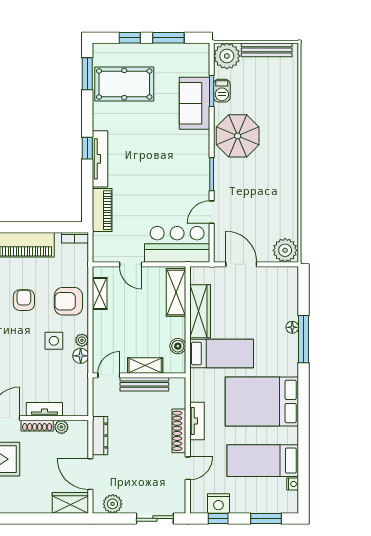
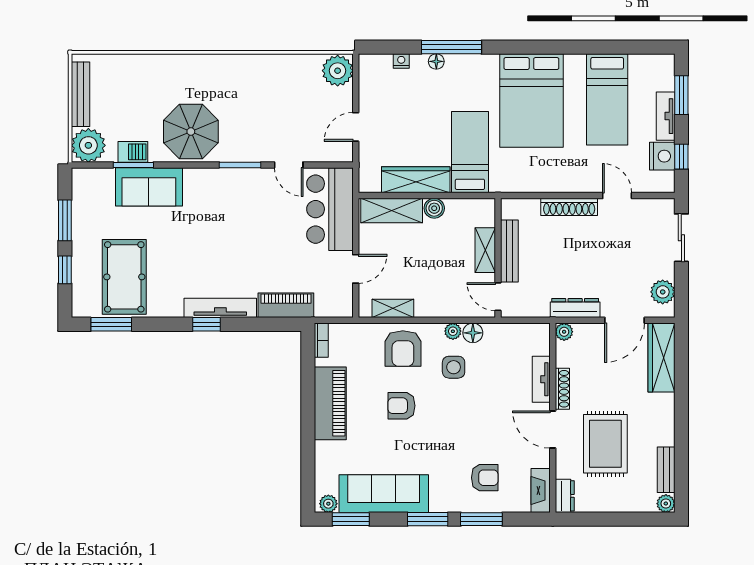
door: (241, 264) -> (356, 127), width x0.73
boiler: (178, 346) -> (434, 208), moved
tv unit: (197, 421) -> (666, 116), moved, turned -90
plant: (61, 427) -> (564, 332), moved
nightstand: (293, 484) -> (401, 61), moved
wardrobe: (70, 503) -> (661, 358), width x1.50

